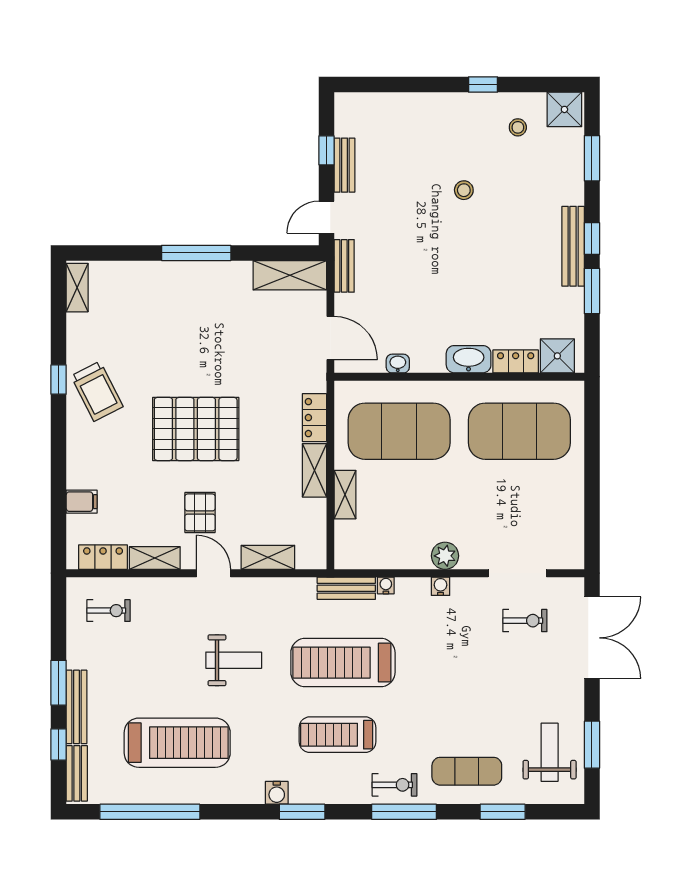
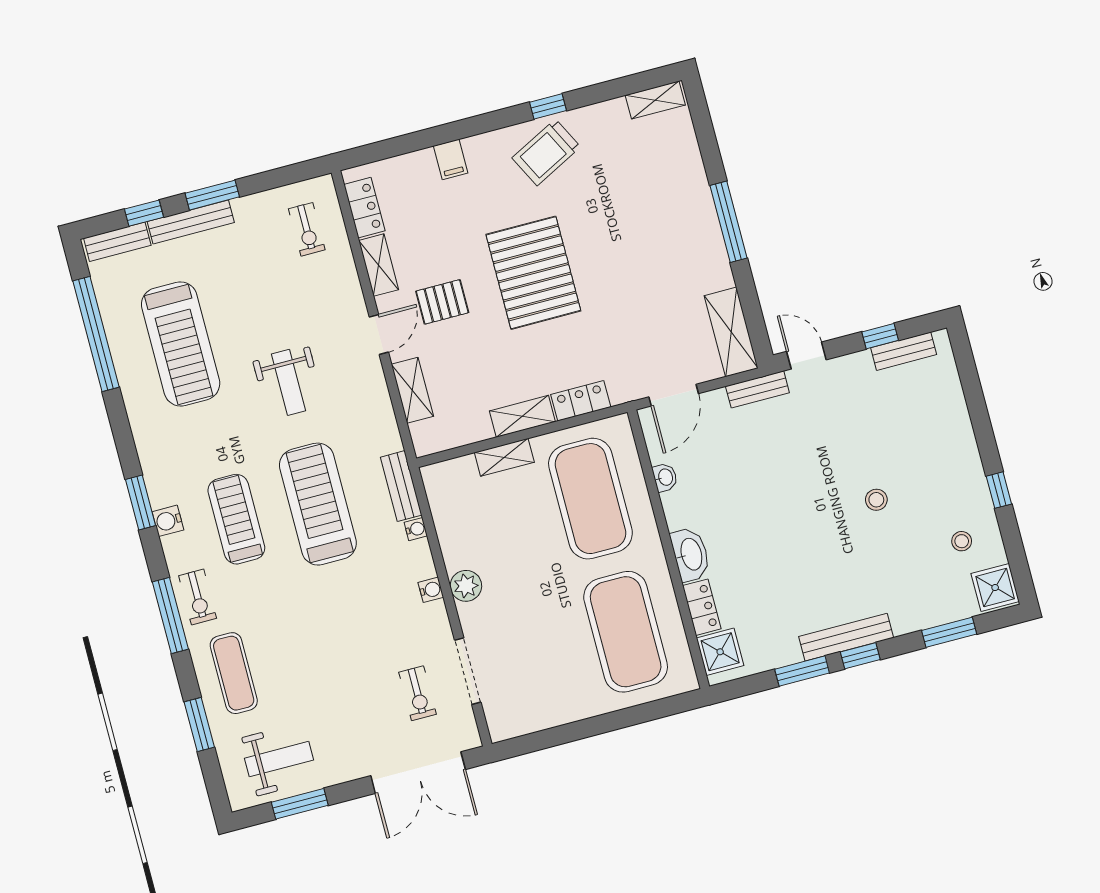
bench: (345, 165) -> (904, 351), moved
filing cabinet: (82, 502) -> (451, 159), moved
water cooler: (277, 793) -> (168, 521), moved

